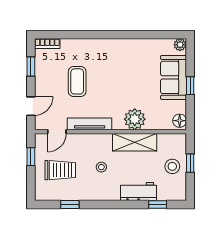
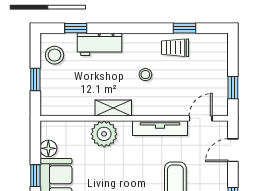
floor lamp: (180, 121) -> (48, 148), moved
shelving: (135, 142) -> (113, 108), width x0.67, depth x0.75
stool: (172, 166) -> (54, 55), moved
trolley: (60, 170) -> (175, 48), moved, width x0.73, depth x0.72

